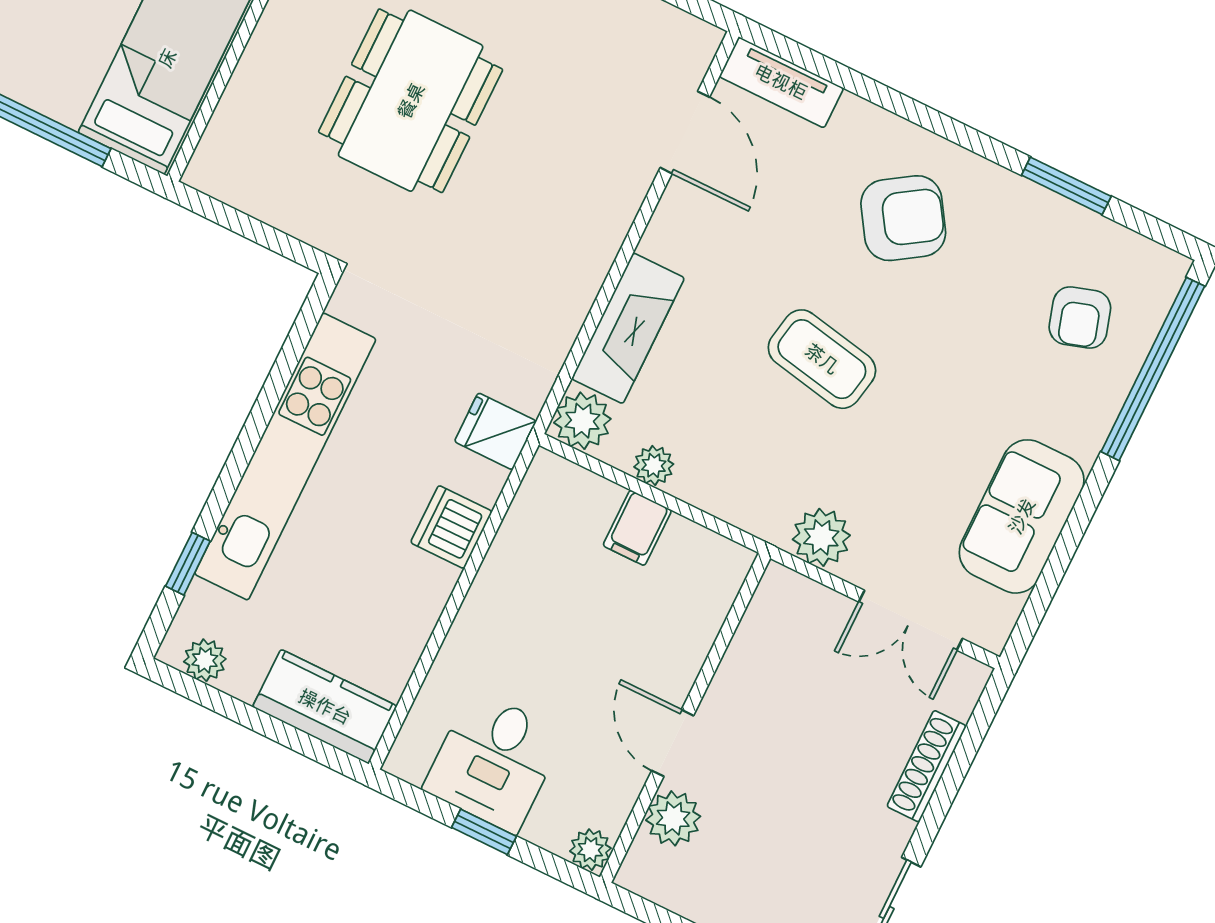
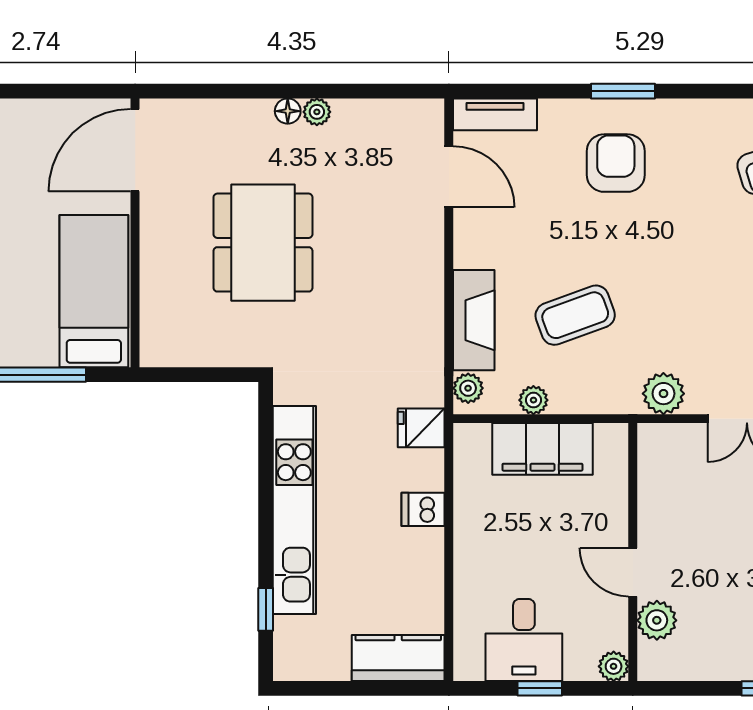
window: (1066, 186) -> (623, 91), moved
armchair: (903, 218) -> (616, 163), turned -57
coffee table: (822, 359) -> (575, 315), moved, turned -31
plant: (582, 421) -> (468, 388), width x0.73, depth x0.73
dishwasher: (451, 527) -> (423, 509), width x0.73
filing cabinet: (637, 528) -> (542, 449), width x3.00, depth x1.17
plant: (205, 660) -> (307, 666), removed

